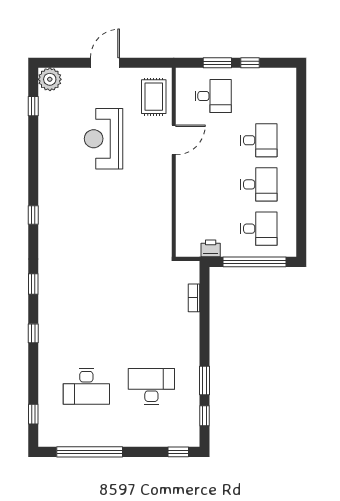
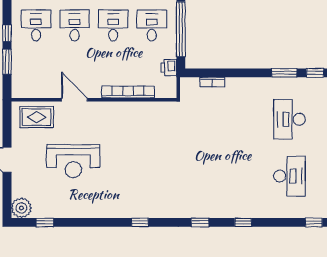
desk: (213, 96) -> (36, 25), moved
bookcase: (183, 202) -> (128, 92), added

